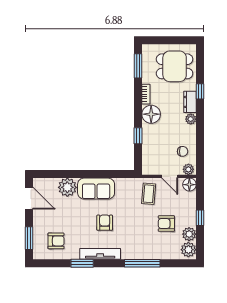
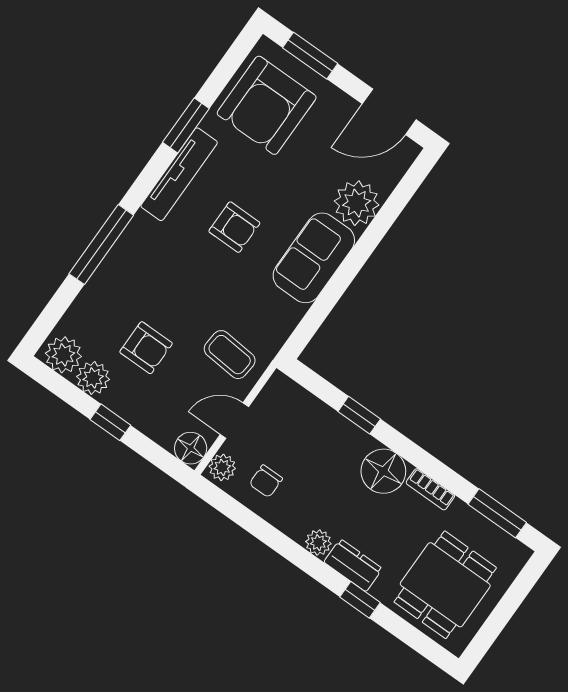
armchair: (166, 224) -> (146, 348), turned 90
armchair: (56, 241) -> (267, 105), width x1.88, depth x1.88

